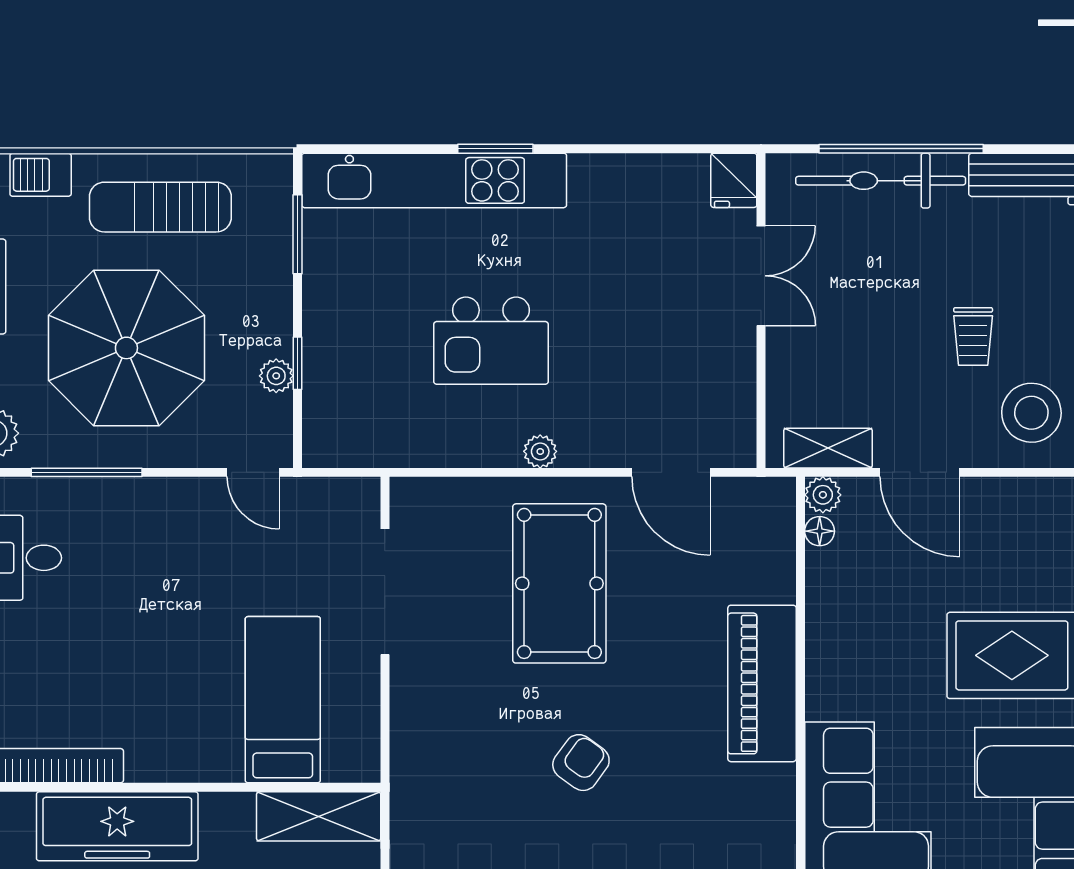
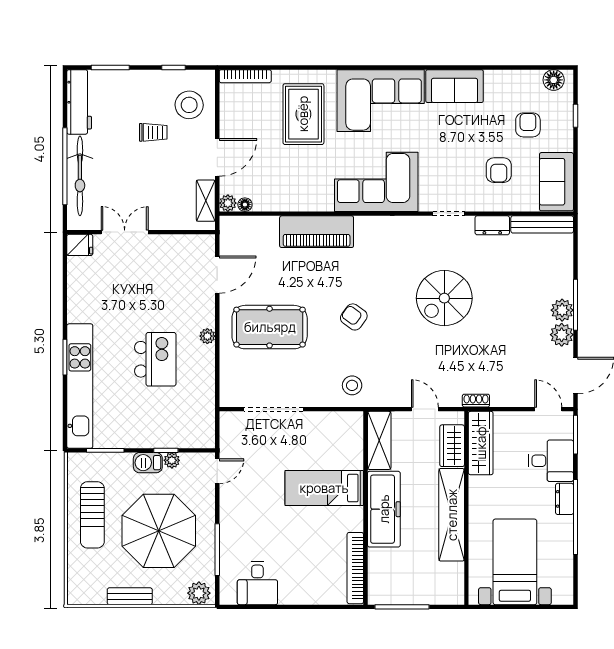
barbecue: (41, 175) -> (148, 463), moved, turned 90
bed: (283, 700) -> (324, 488), moved
stool: (435, 759) -> (352, 385), added
freezer: (117, 826) -> (384, 509), moved

